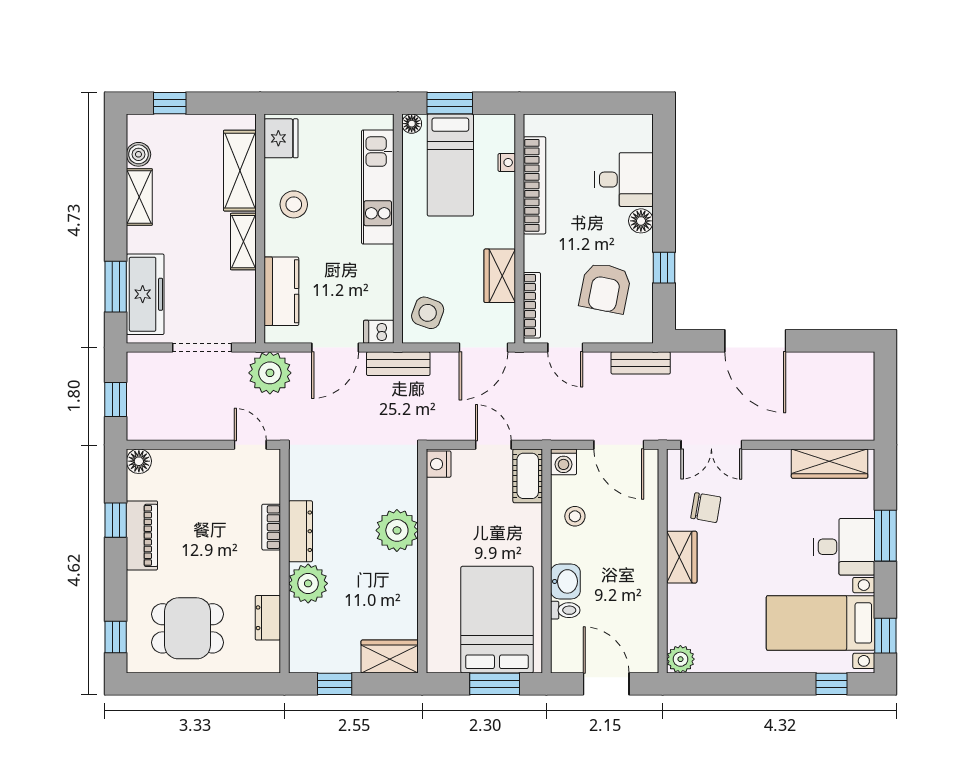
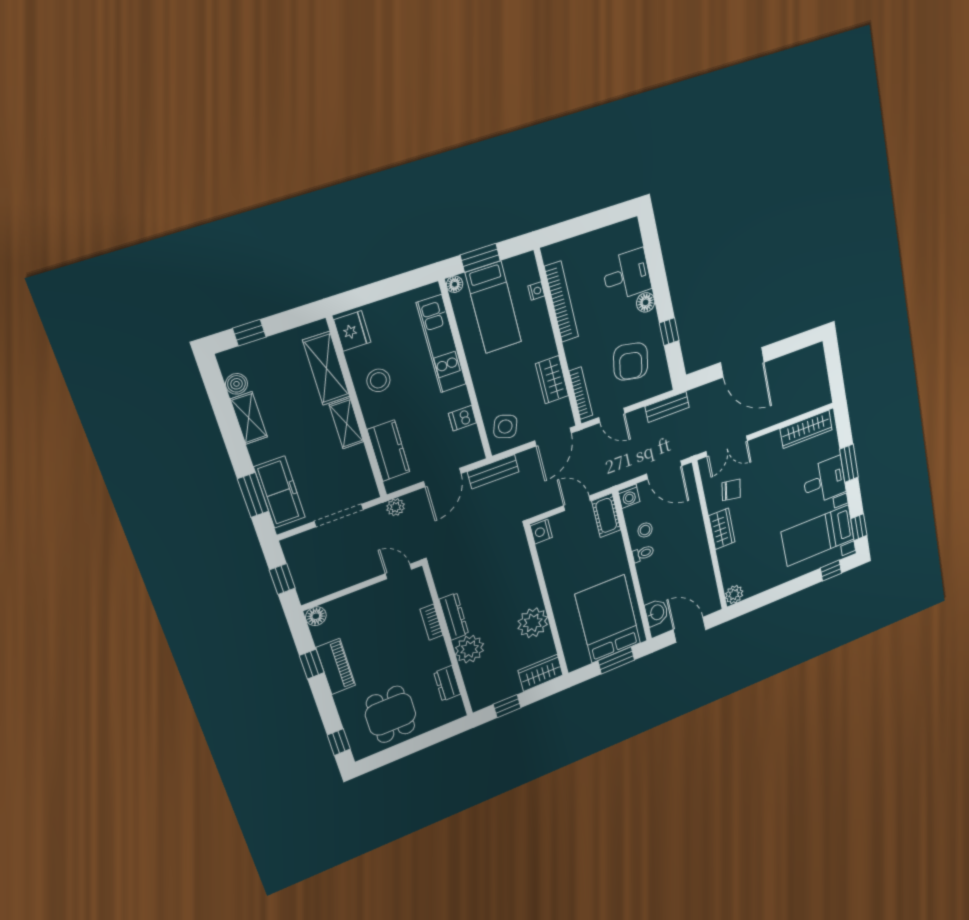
dishwasher: (379, 332) -> (463, 418), moved
plant: (270, 373) -> (396, 507), width x0.53, depth x0.53
plant: (397, 530) -> (533, 623), moved
washbasin: (565, 581) -> (657, 613), moved
toilet: (565, 610) -> (643, 554), moved
dining table: (187, 628) -> (391, 714), turned 90

